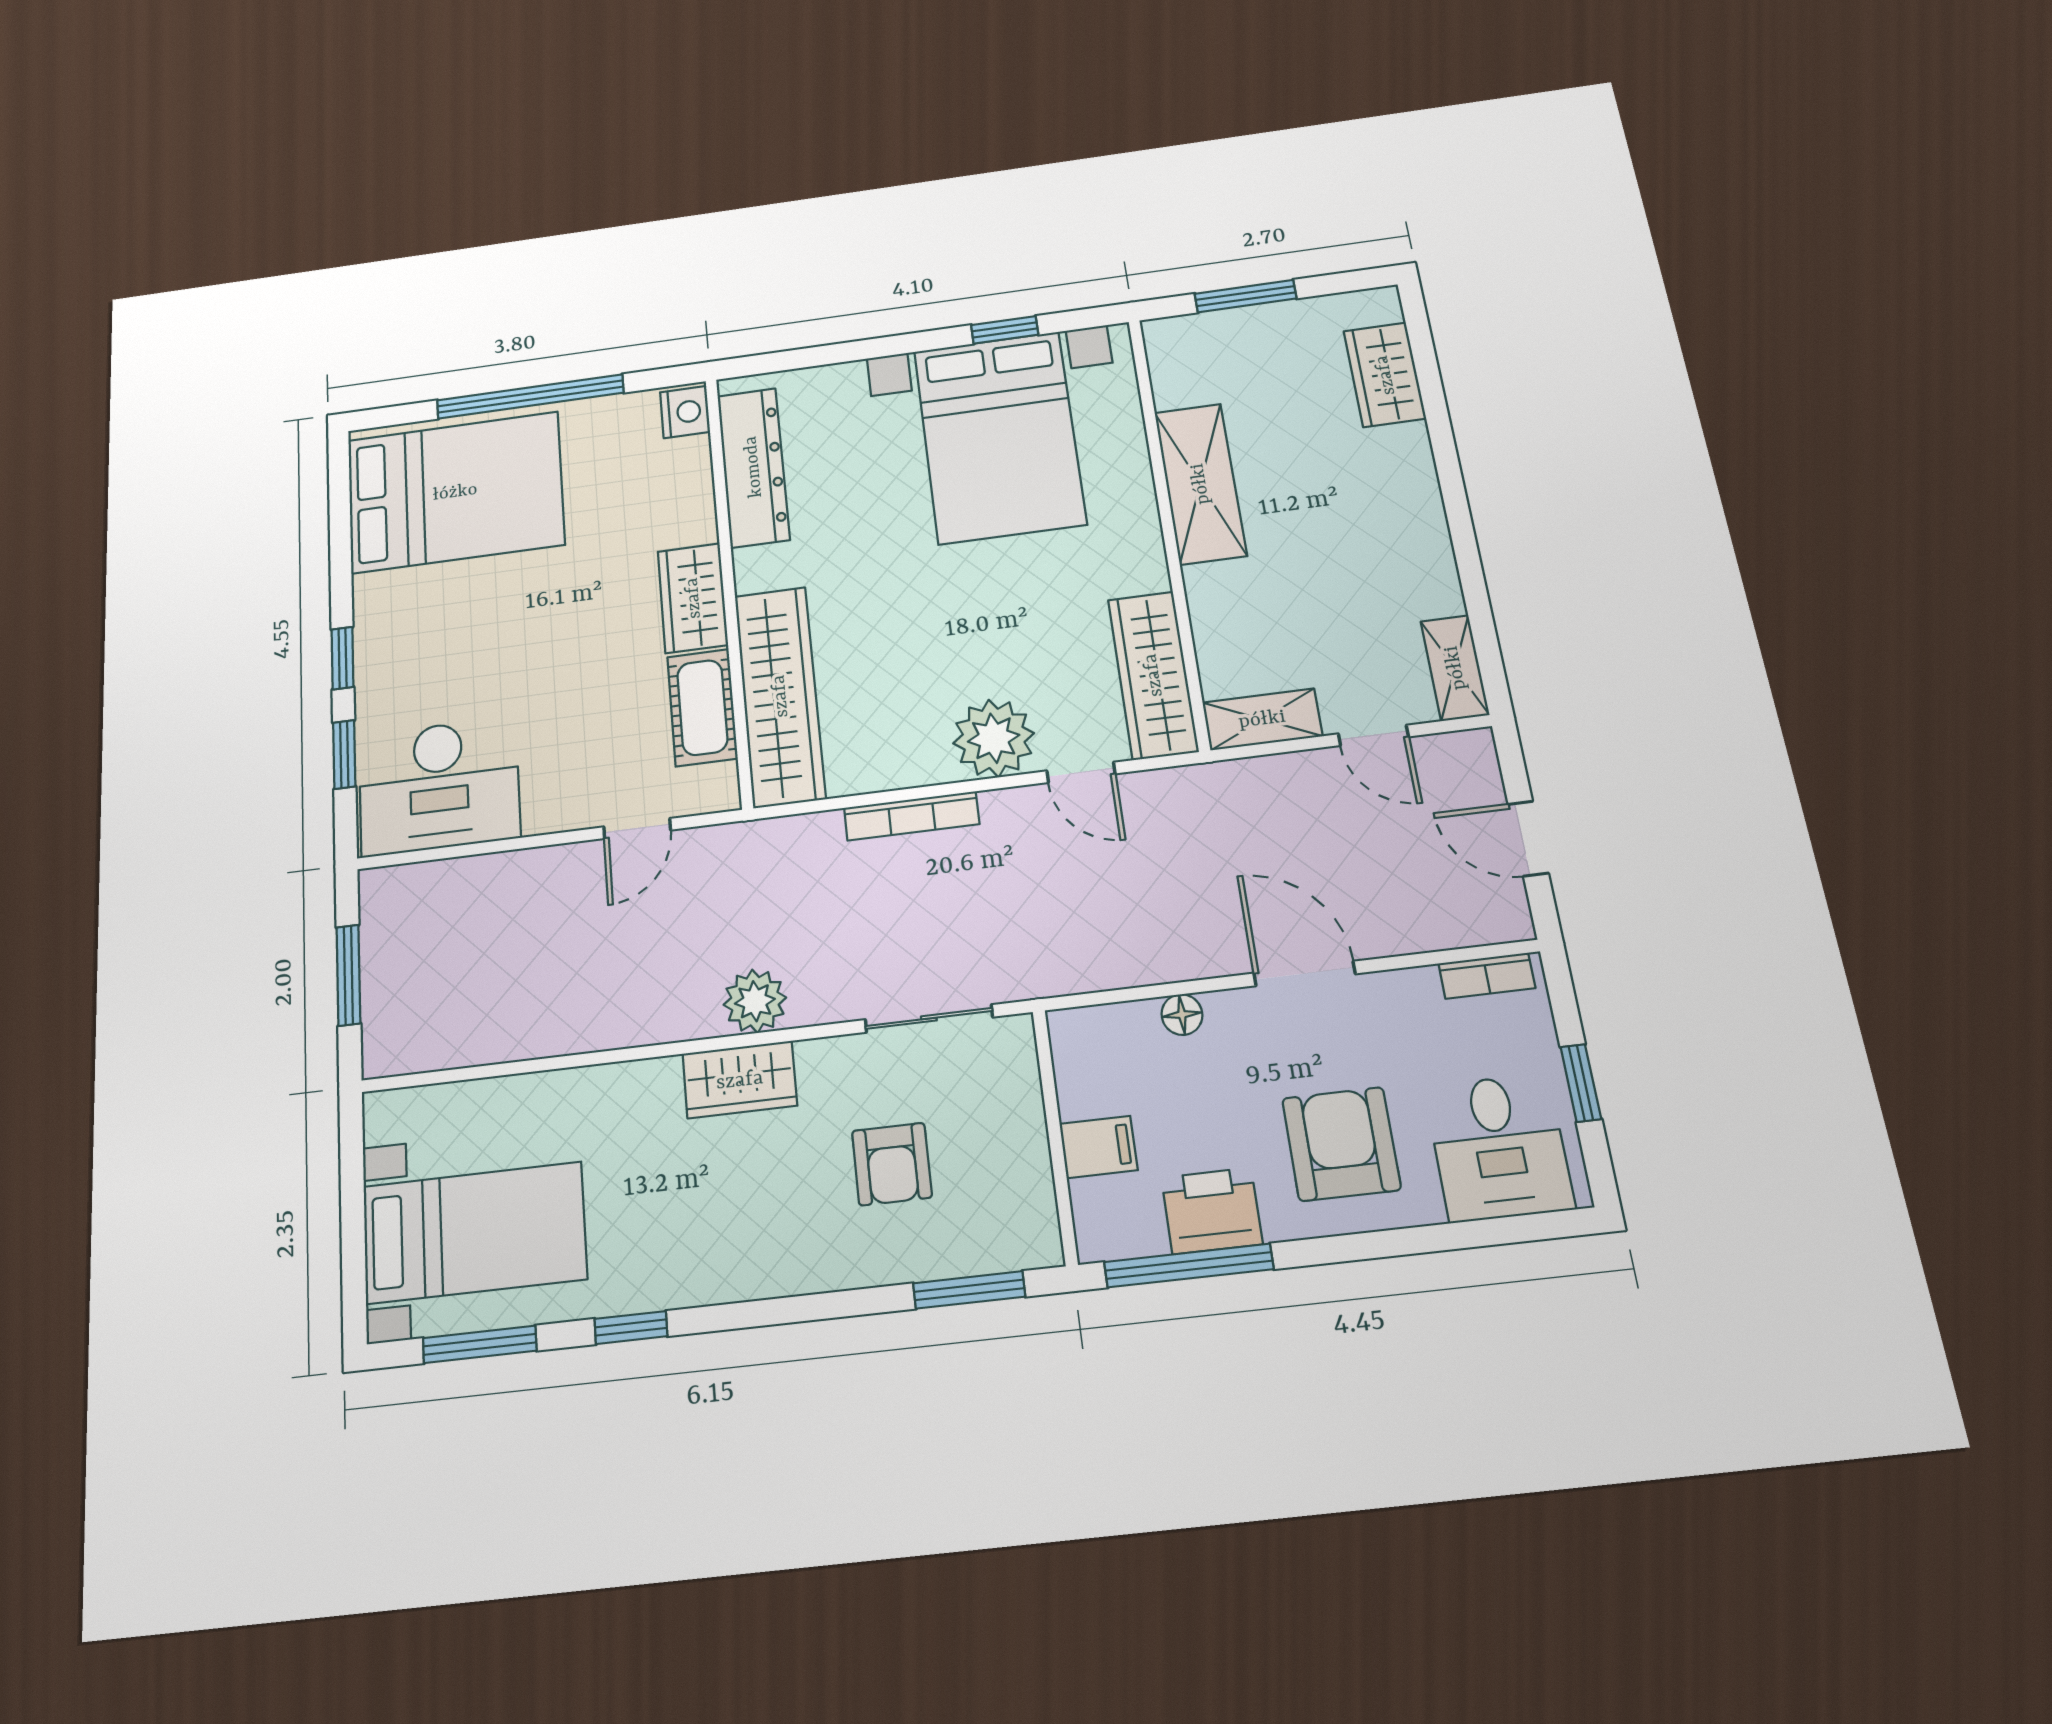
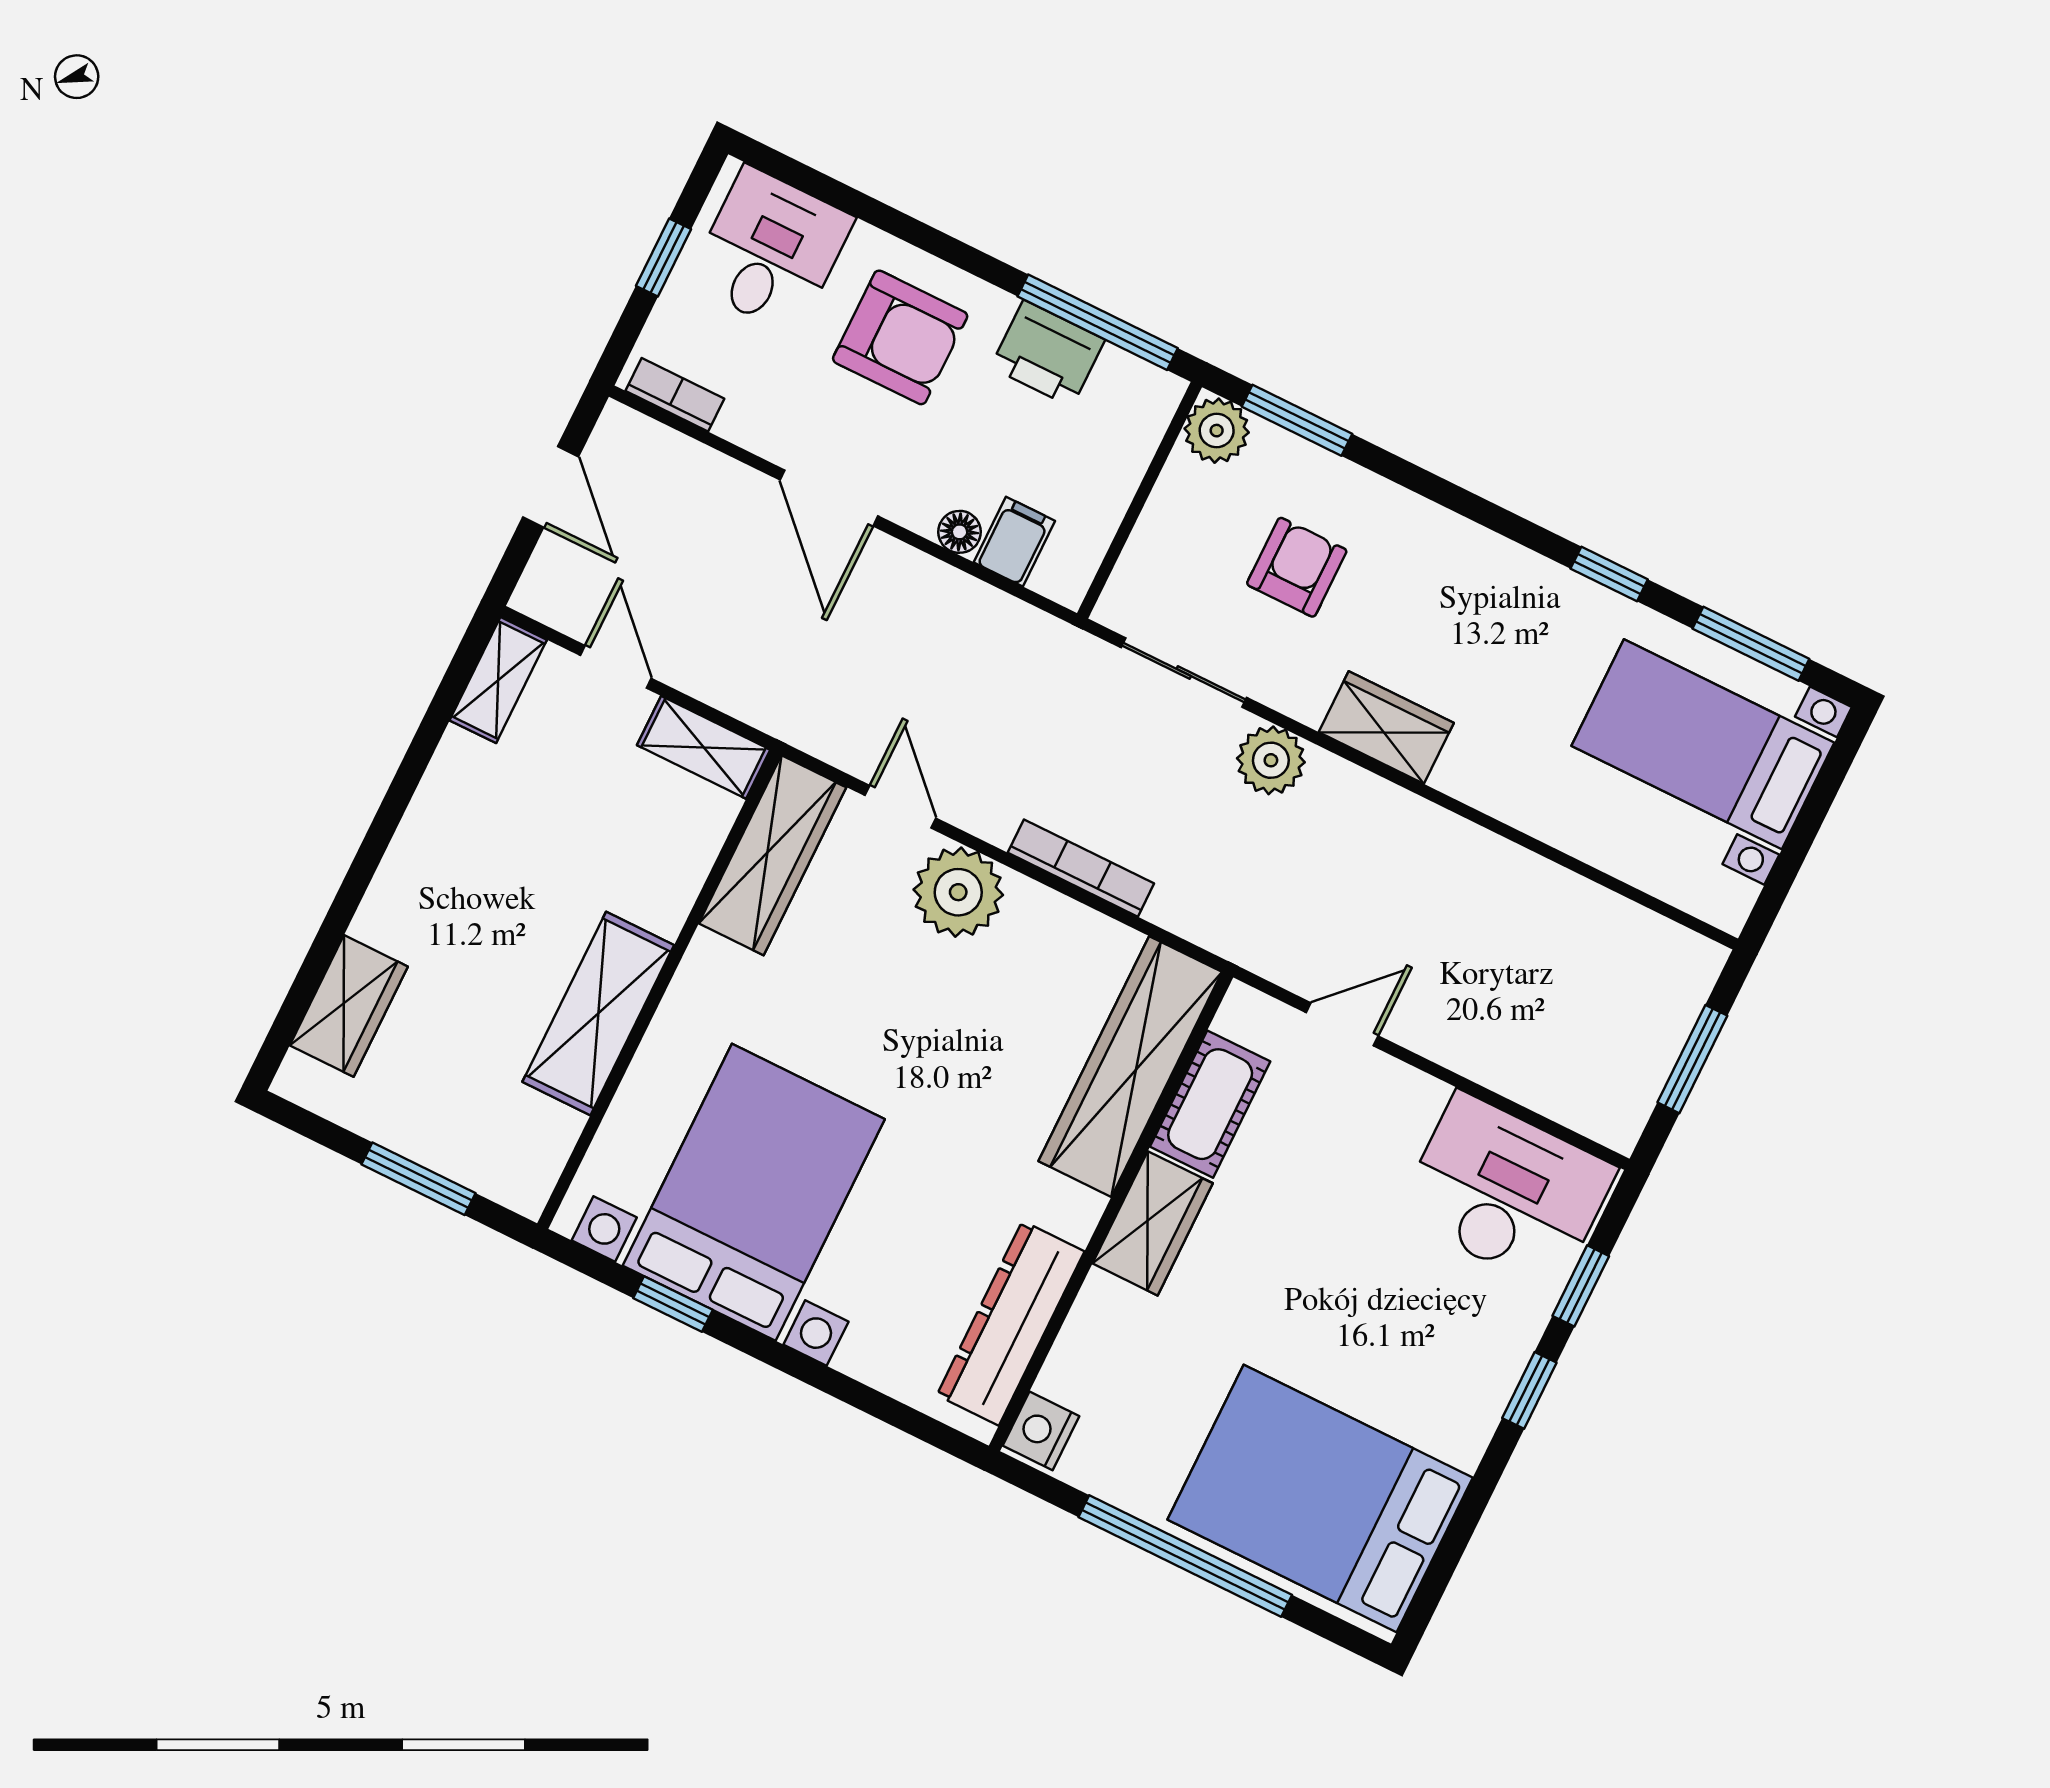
plant: (755, 1001) -> (1271, 760), moved
armchair: (1341, 1144) -> (900, 337), turned -90
filing cabinet: (1098, 1147) -> (1014, 542), moved, turned 90
plant: (1030, 1237) -> (1217, 431), added

